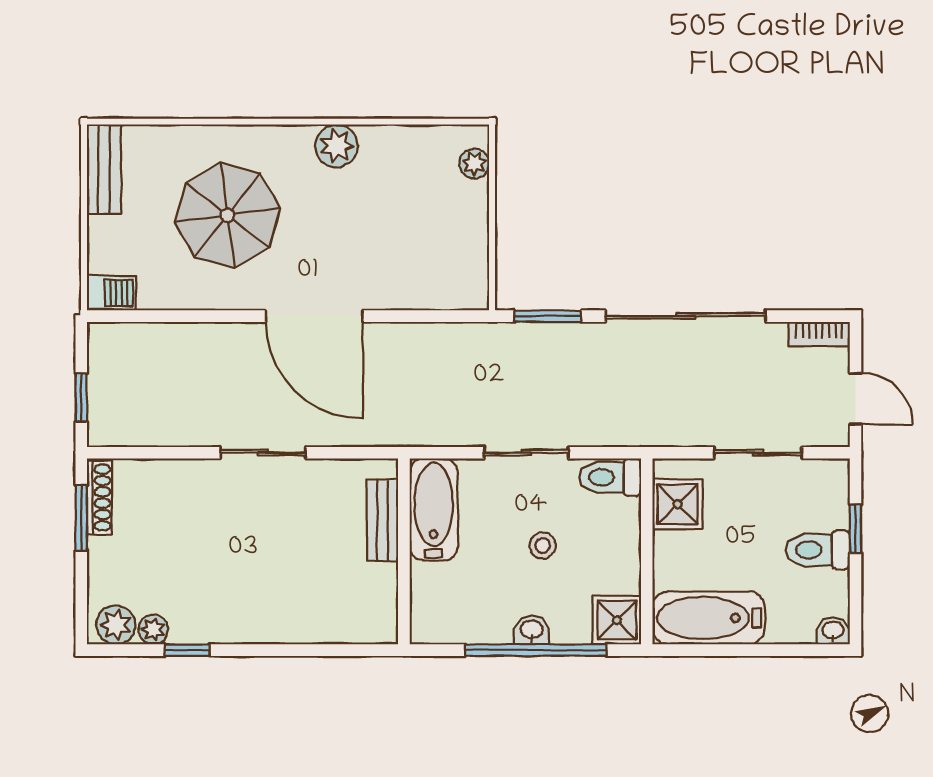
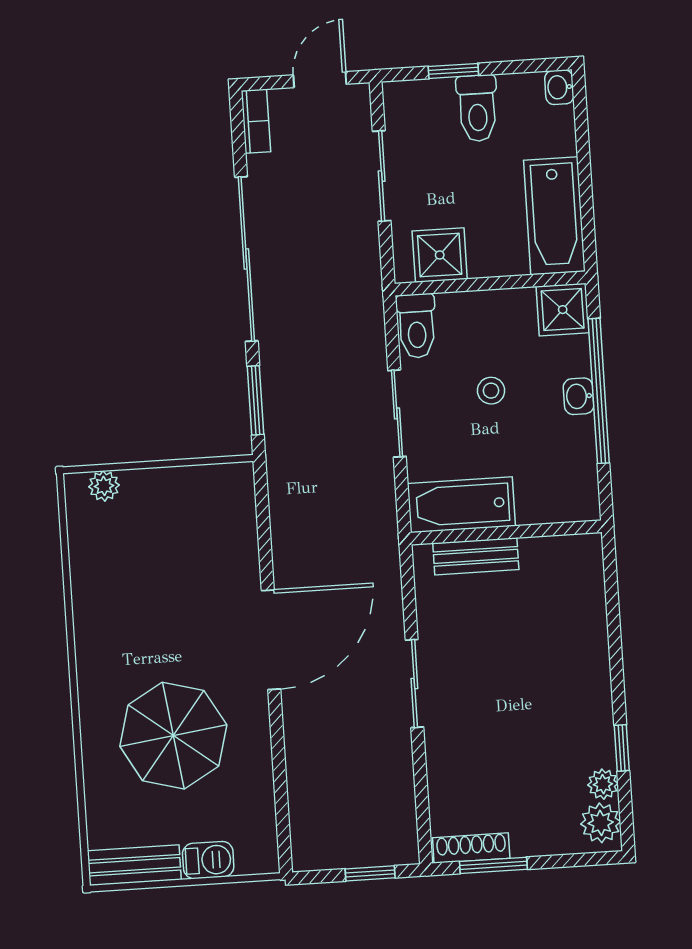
plant: (337, 146) -> (95, 628), removed
barbecue: (111, 293) -> (208, 860), moved, turned 90

